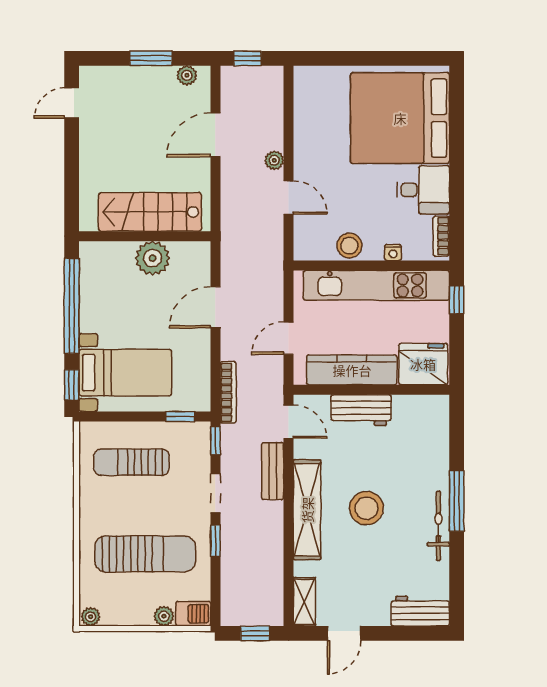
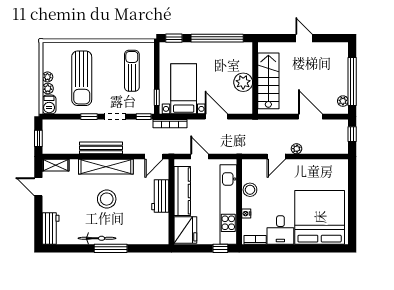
window: (151, 58) -> (352, 81), width x2.11
door: (72, 103) -> (304, 38), moved
bed with nightstands: (125, 373) -> (184, 89), moved, turned 180
bench: (273, 471) -> (101, 148), moved, width x1.36
plant: (91, 617) -> (47, 77), moved

